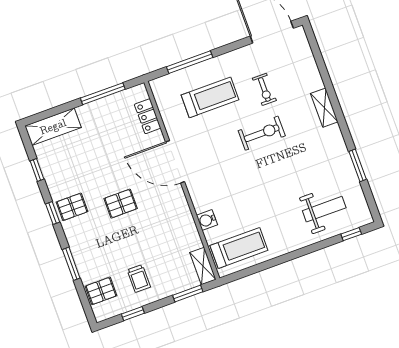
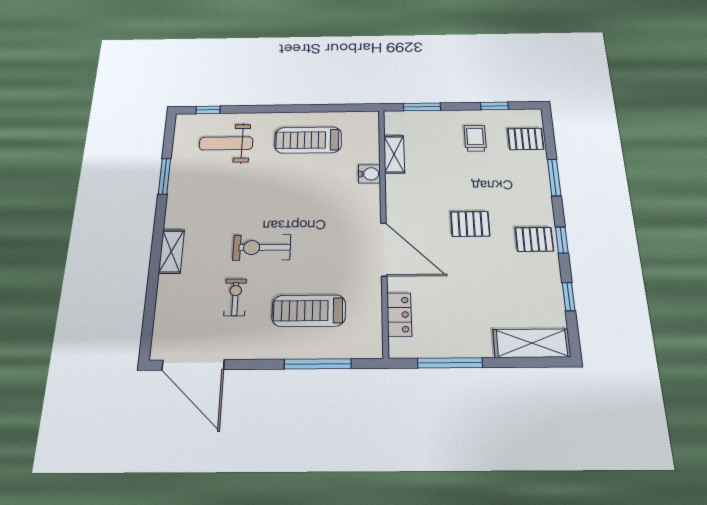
treadmill: (239, 248) -> (308, 140), moved
shelving: (203, 266) -> (394, 154), moved

